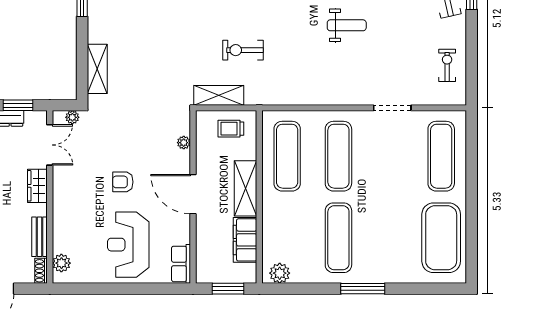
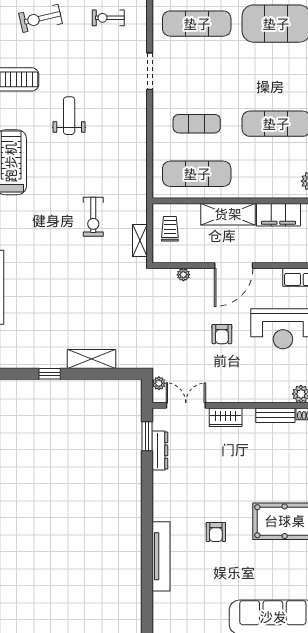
shelving: (97, 69) -> (91, 359), moved
shelving: (219, 95) -> (140, 240), width x0.67, depth x0.75
trolley: (231, 129) -> (170, 229), turned 180
exercise mat: (338, 156) -> (197, 124), width x0.73, depth x0.69

